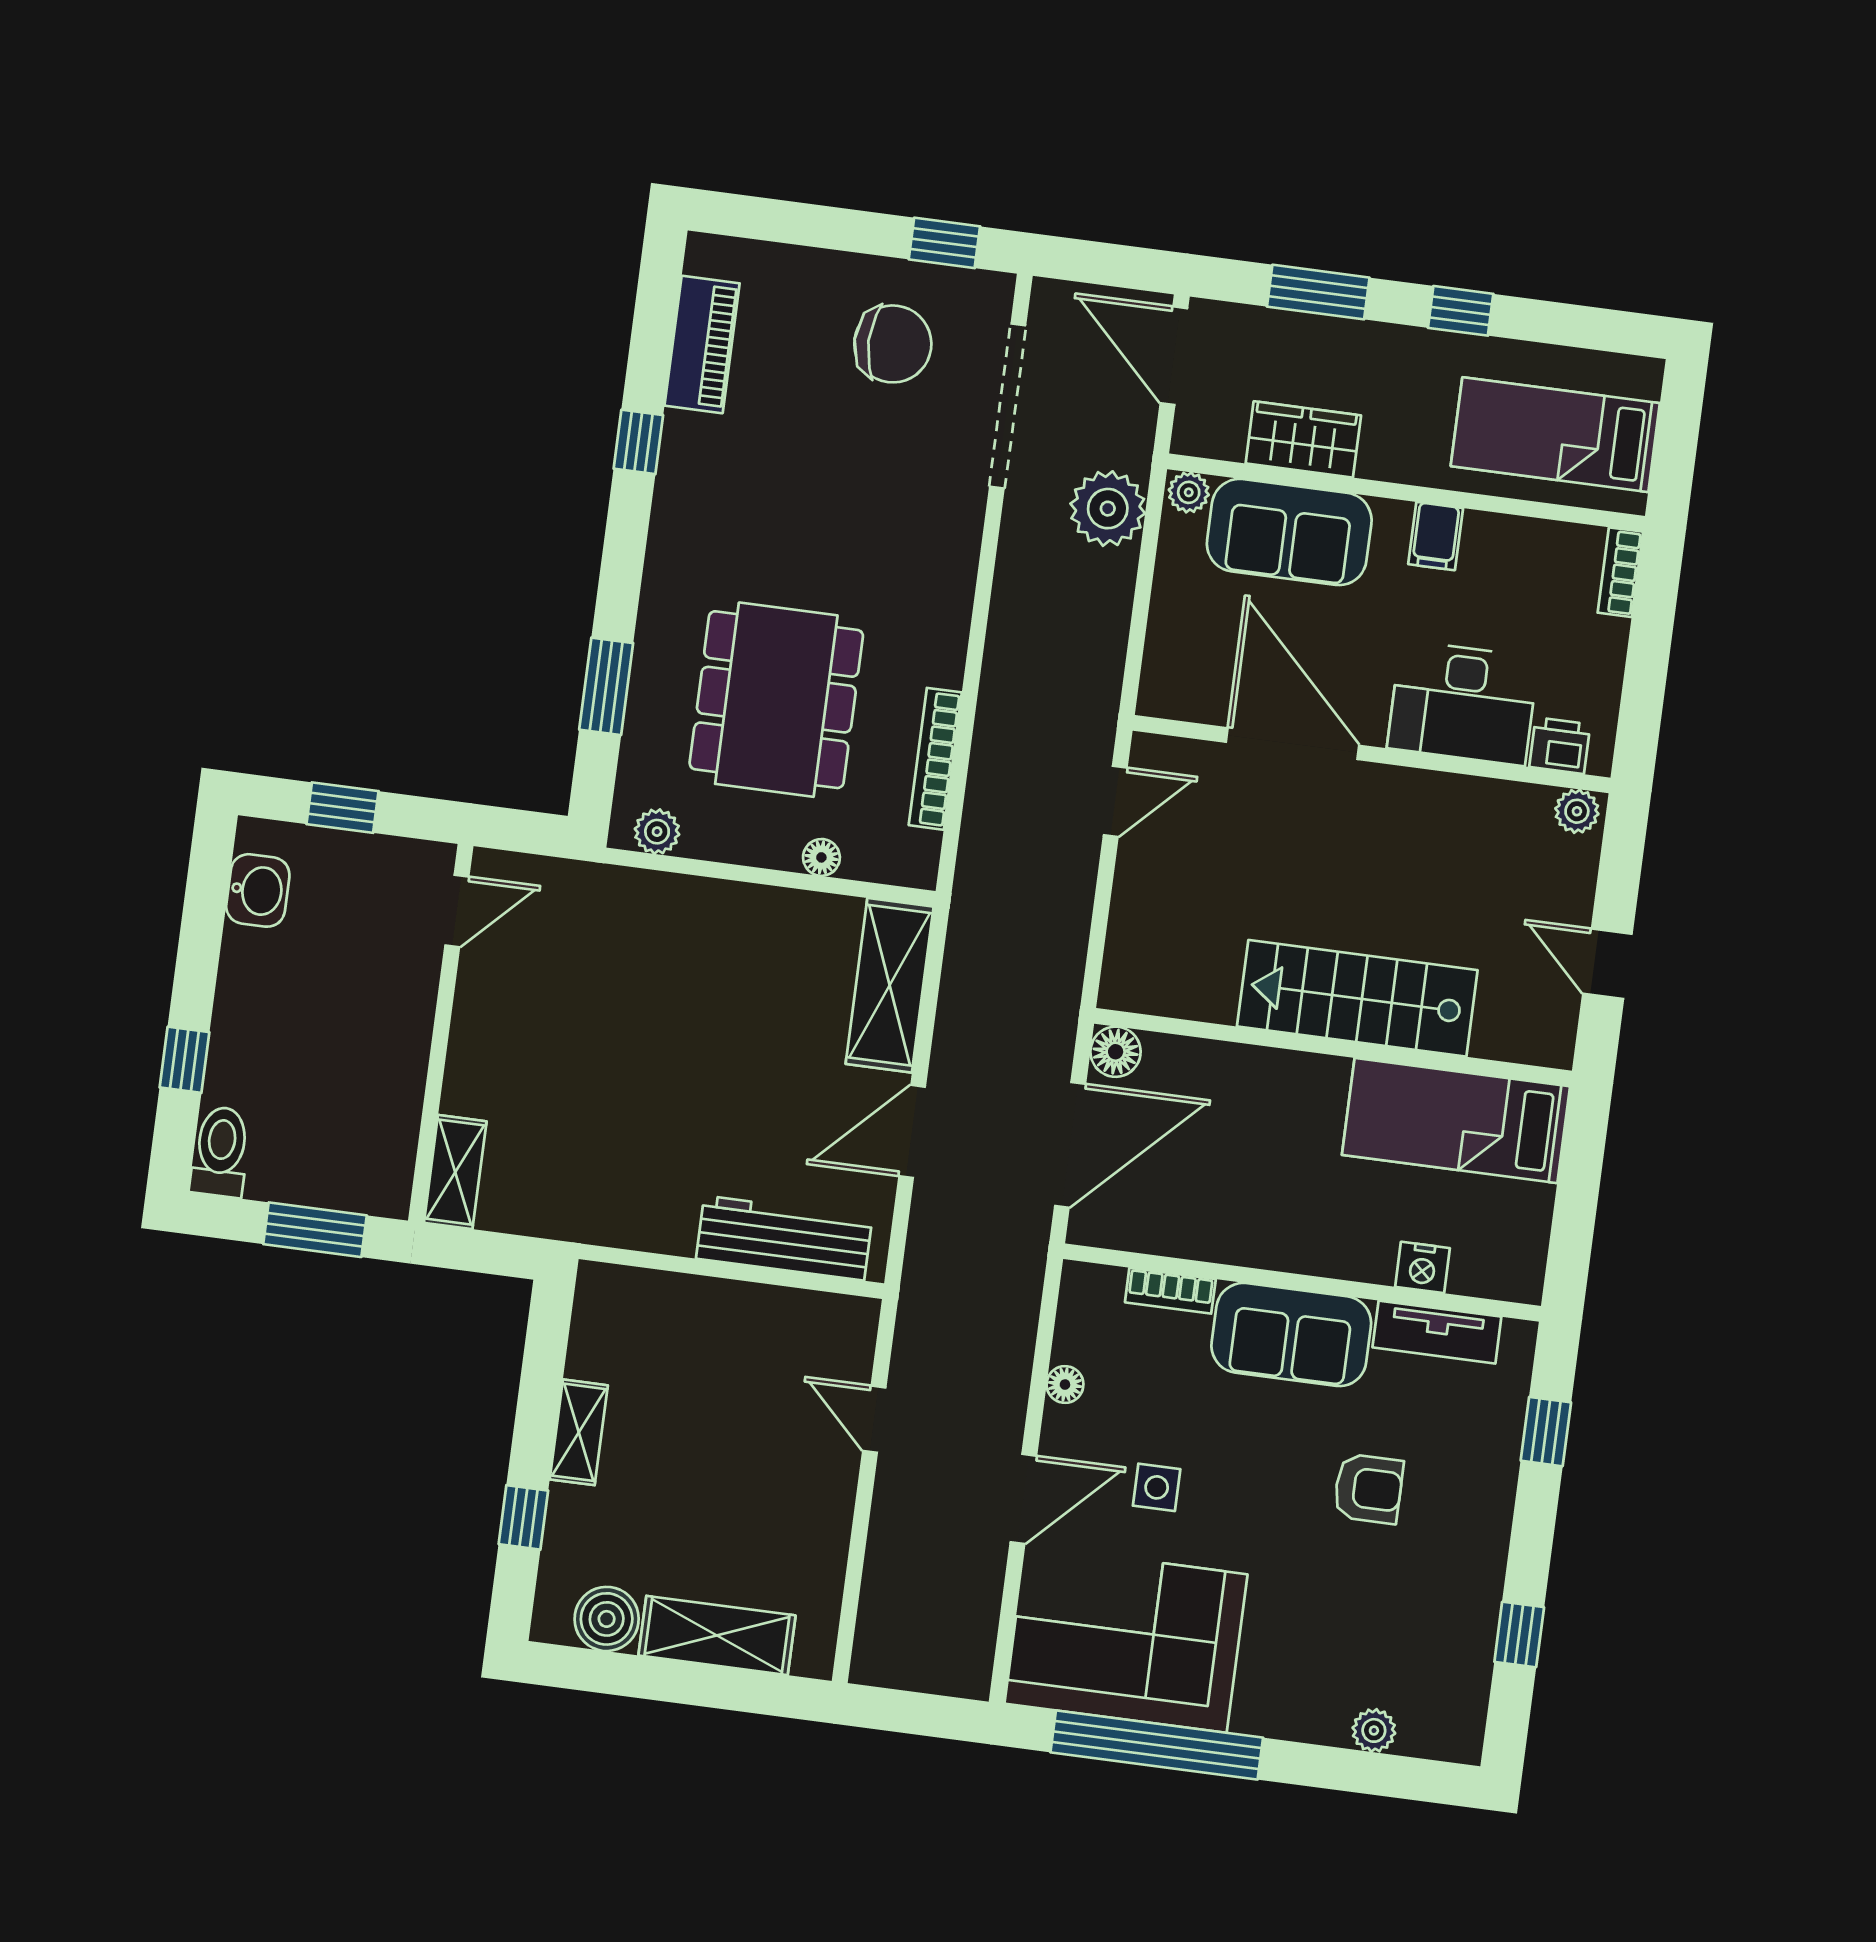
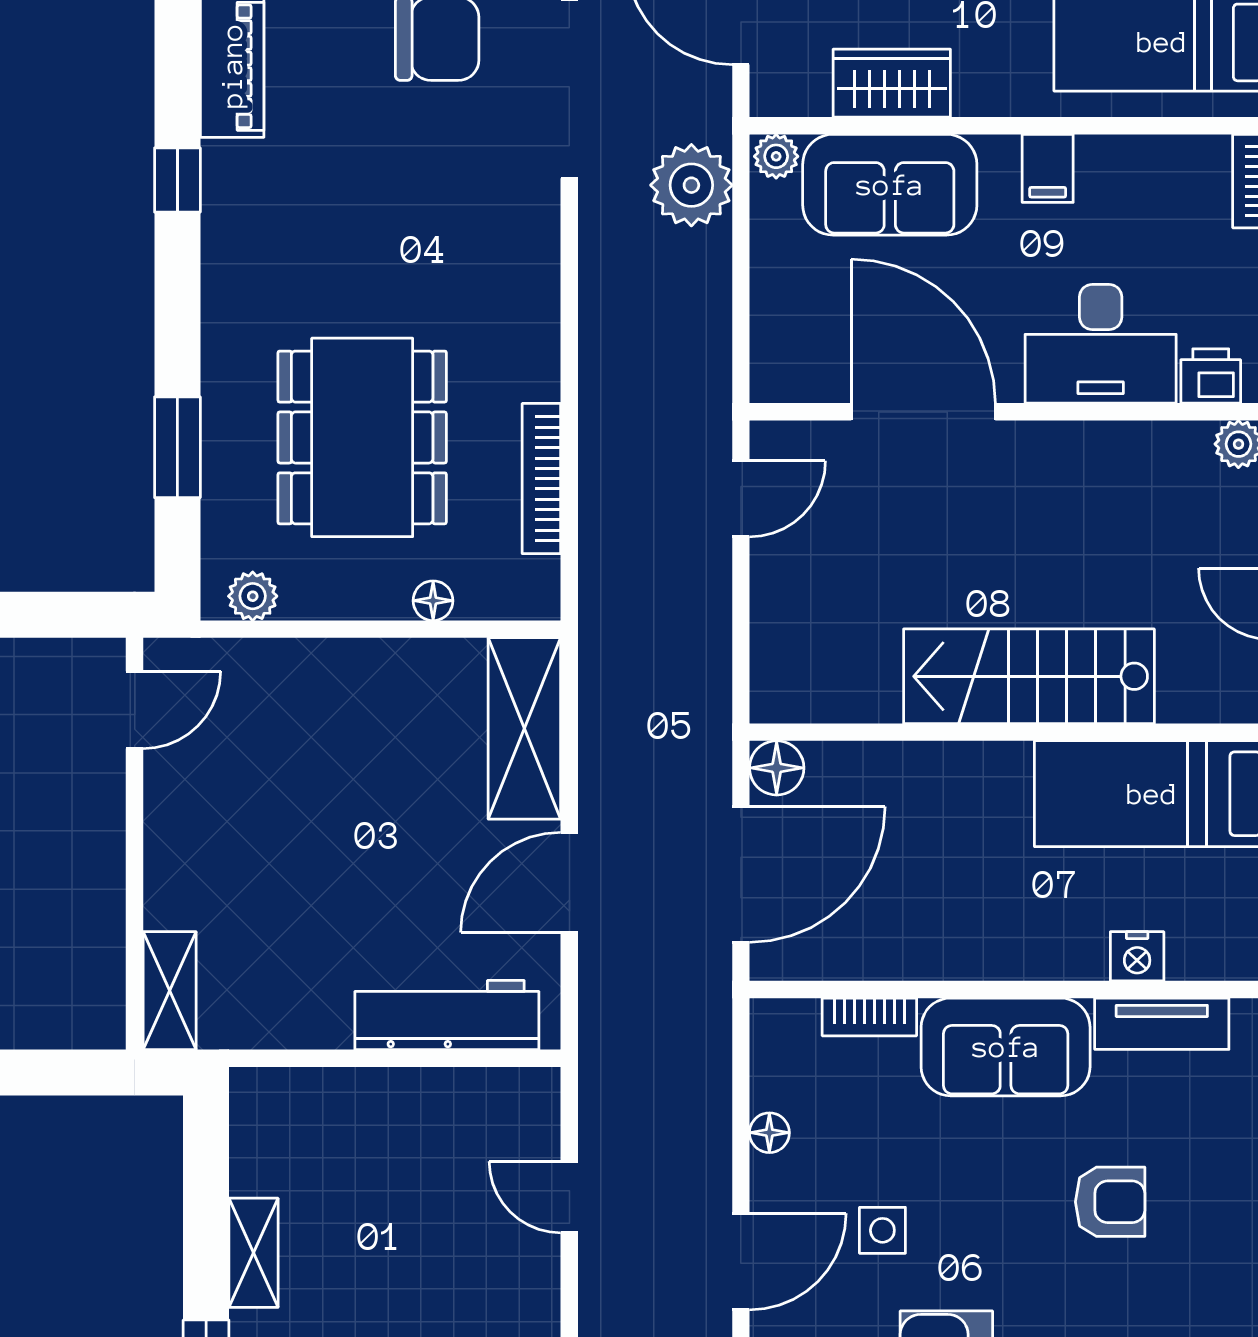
door: (457, 911) -> (135, 710), moved
wall: (441, 1033) -> (135, 844), moved
shelving: (455, 1172) -> (170, 991), moved

